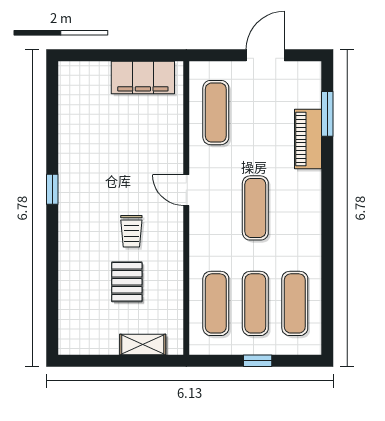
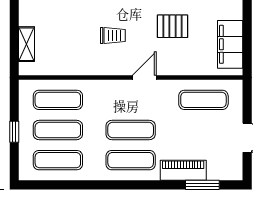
exercise mat: (295, 208) -> (131, 160), added
trolley: (131, 231) -> (113, 36), turned 180
pallet: (127, 282) -> (172, 26), moved

